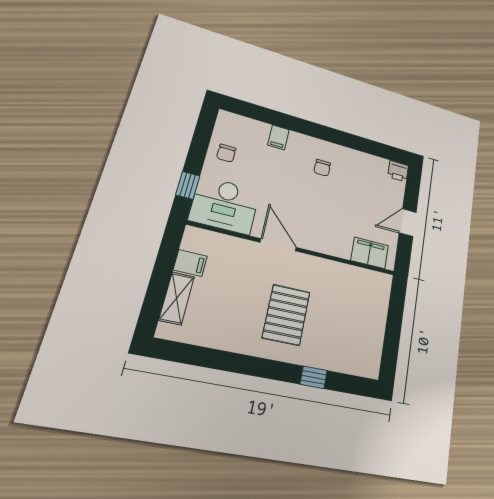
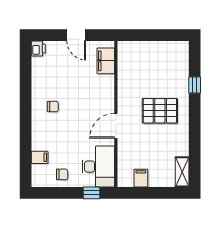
filing cabinet: (278, 137) -> (40, 157), moved
shelving: (177, 298) -> (182, 172), moved, turned 90

